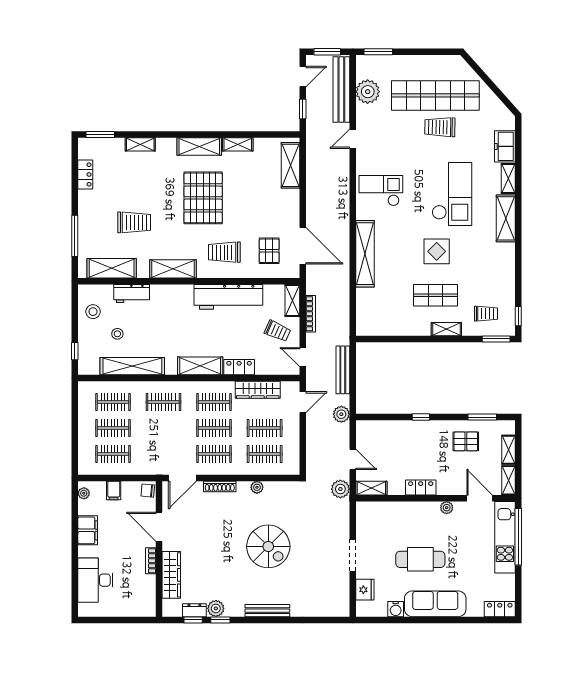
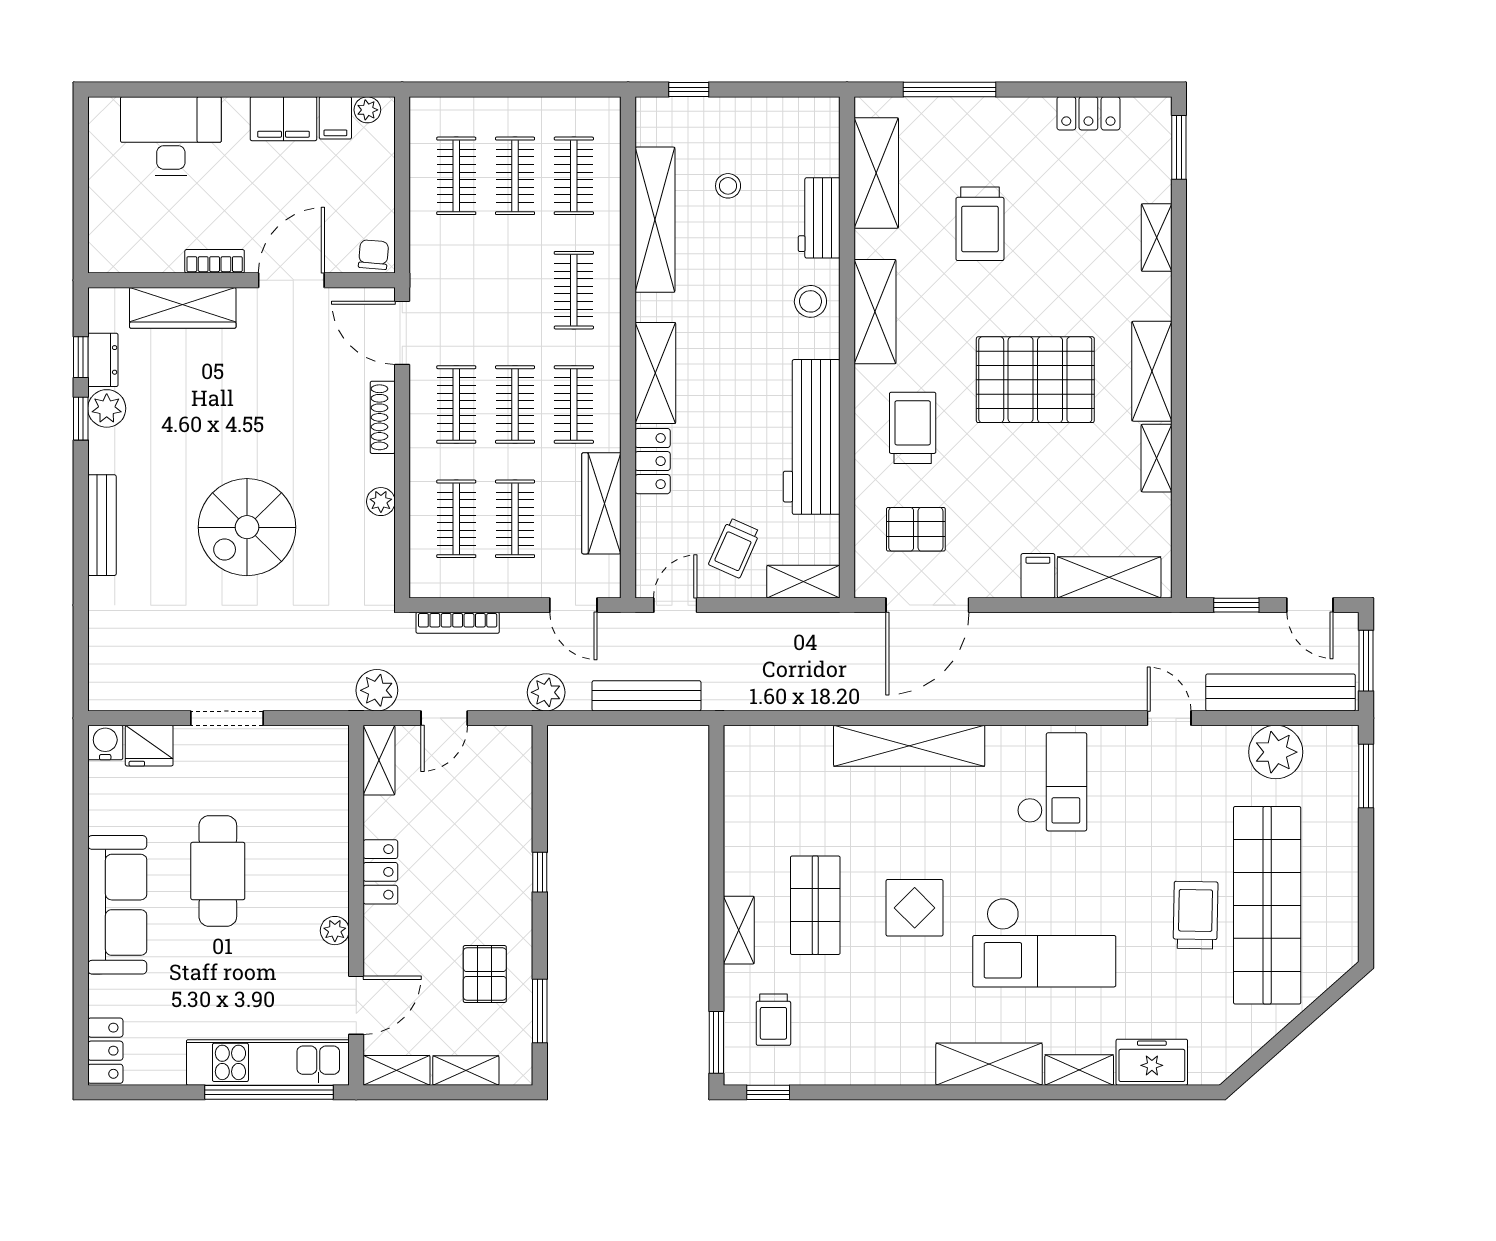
filing cabinet: (290, 197) -> (1038, 576), added
stool: (93, 312) -> (810, 301), moved
bookcase: (311, 314) -> (458, 623), moved
filing cabinet: (114, 490) -> (335, 118), moved, turned -90
water cooler: (396, 609) -> (105, 743), moved, turned 90

